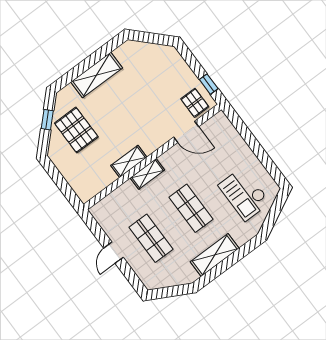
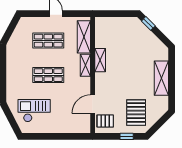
window: (209, 84) -> (127, 136), moved
window: (47, 120) -> (148, 23), moved
pallet: (76, 130) -> (136, 113), moved, turned 90
shelving: (215, 255) -> (84, 37), moved

